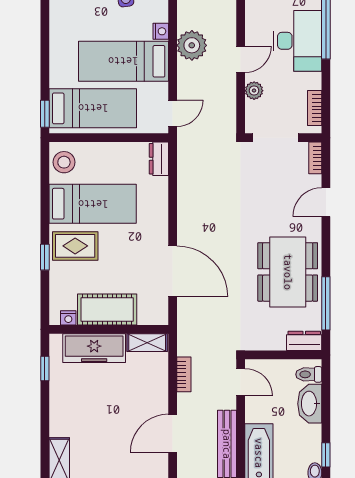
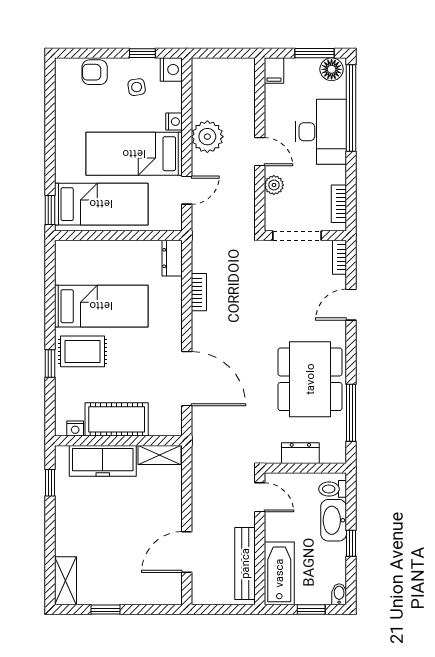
door: (241, 59) -> (260, 152), hinge flipped
door: (173, 113) -> (187, 190), moved
stool: (64, 162) -> (71, 262), removed
dresser: (304, 341) -> (300, 453), moved
bookcase: (184, 374) -> (199, 292), moved
window: (326, 455) -> (351, 543), moved

